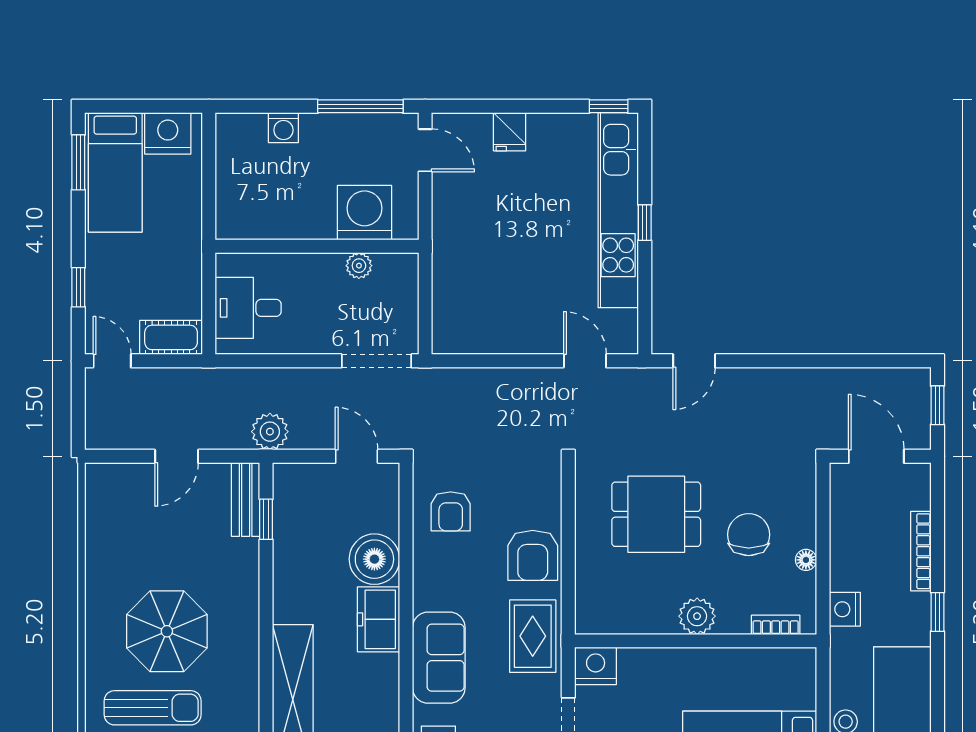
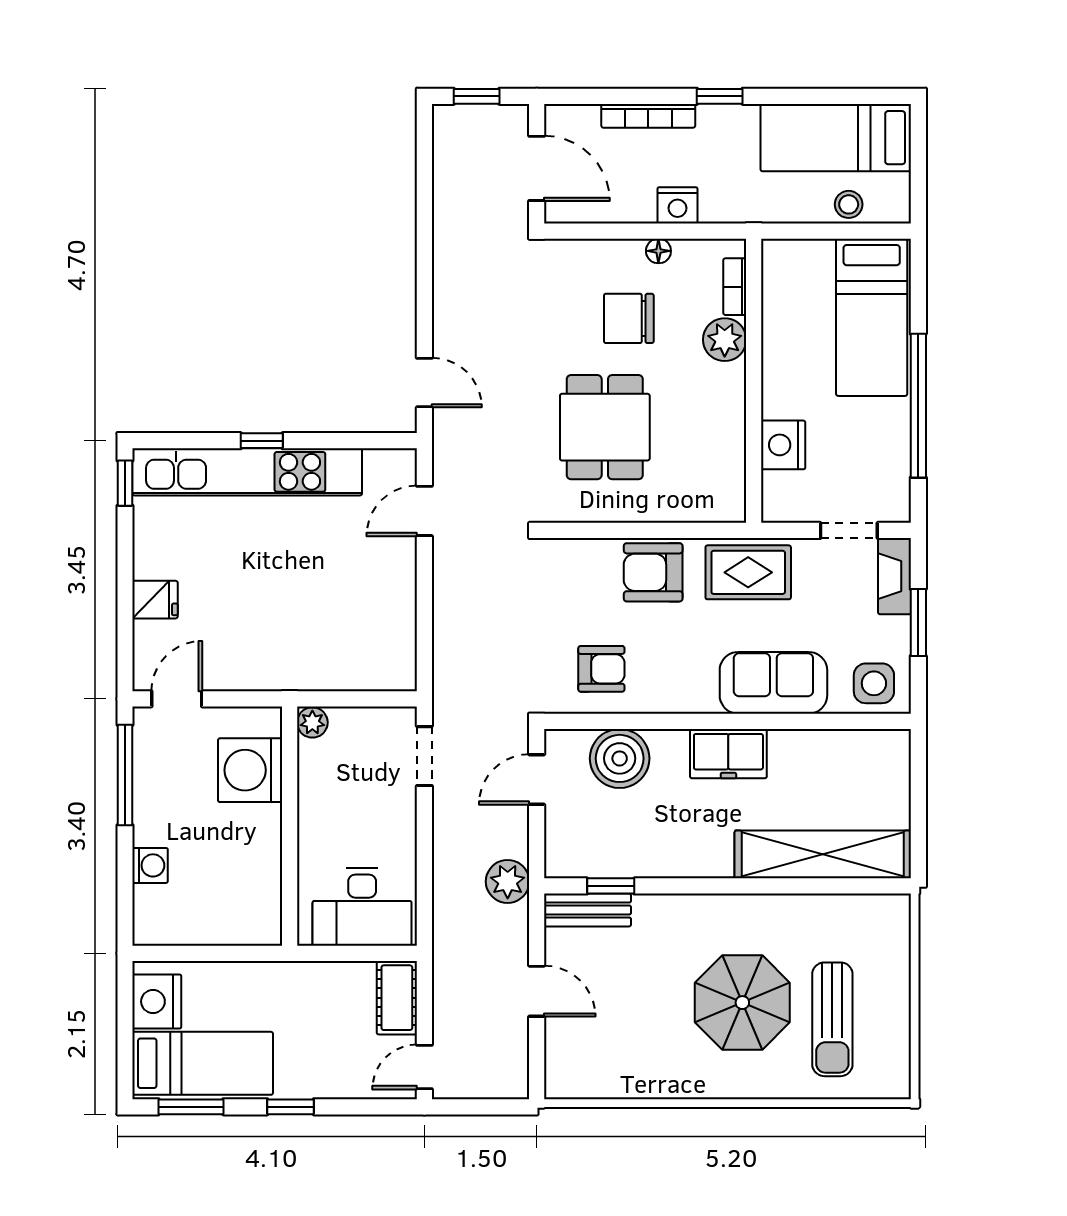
plant: (359, 266) -> (312, 722), moved
window: (78, 287) -> (290, 1107), moved
desk: (248, 308) -> (362, 907), width x1.37
doorway: (377, 361) -> (424, 756), width x0.73
door: (876, 456) -> (537, 168), swing flipped
armchair: (533, 555) -> (653, 572), turned 180
boiler: (374, 559) -> (620, 758), moved
nightstand: (845, 609) -> (677, 205), moved
plant: (697, 616) -> (725, 340), moved
nightstand: (596, 666) -> (783, 445), moved
sun lounger: (153, 708) -> (832, 1019), turned 180

